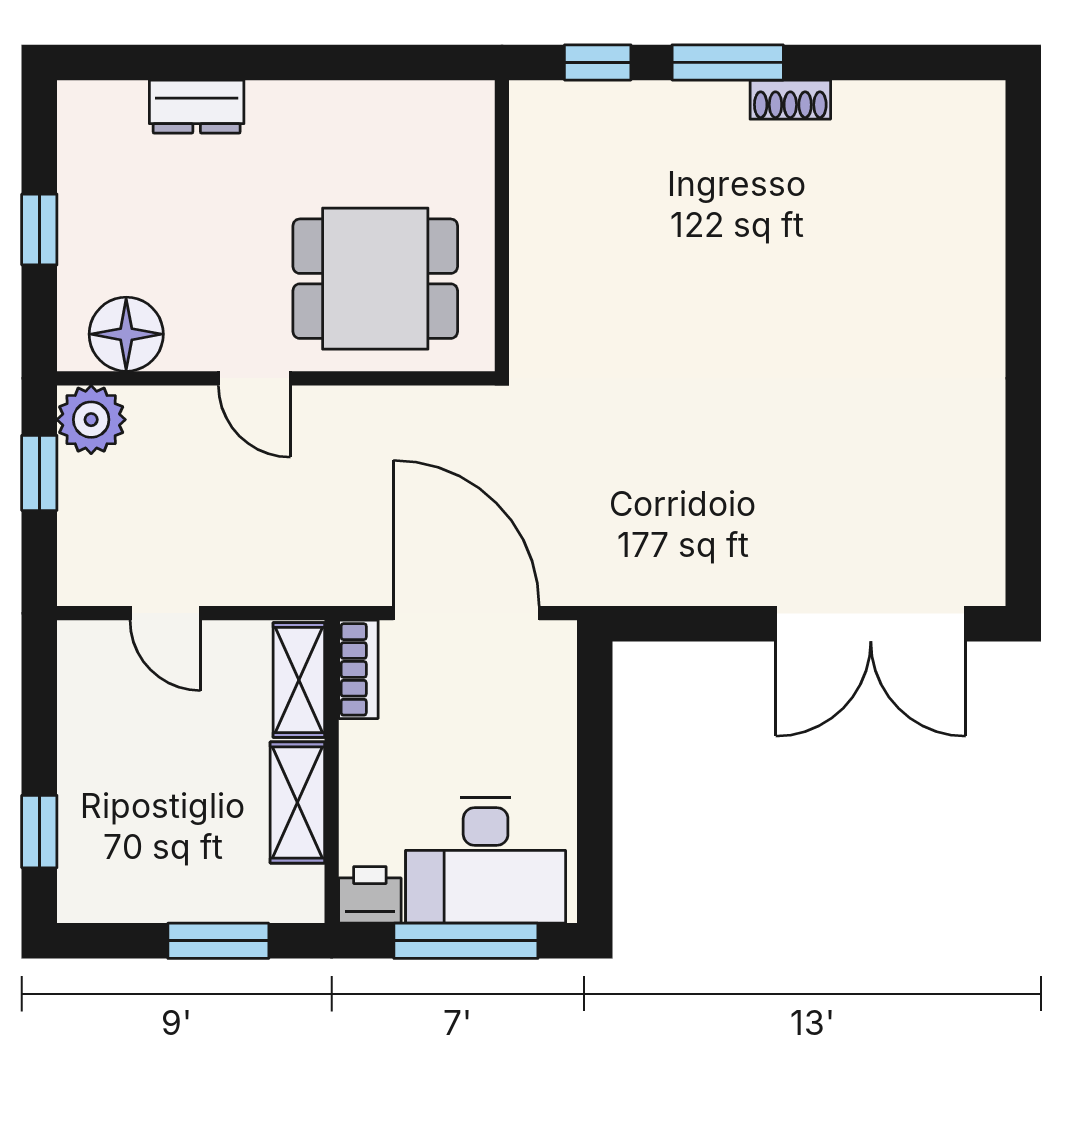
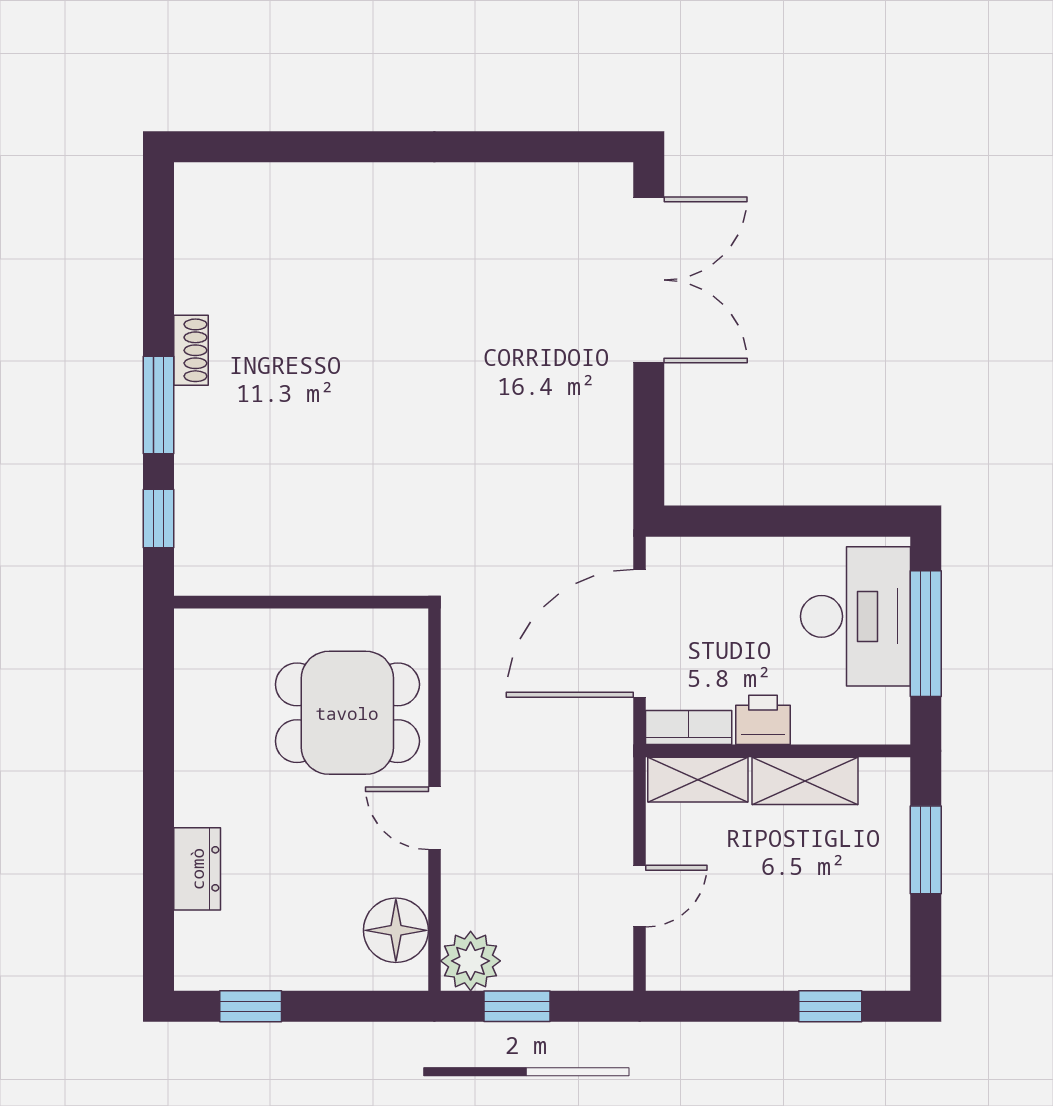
window: (39, 229) -> (251, 1006), moved
dining table: (375, 279) -> (347, 713), turned 90
door: (254, 378) -> (434, 818), swing flipped
printer: (370, 895) -> (763, 720), moved, turned 90

